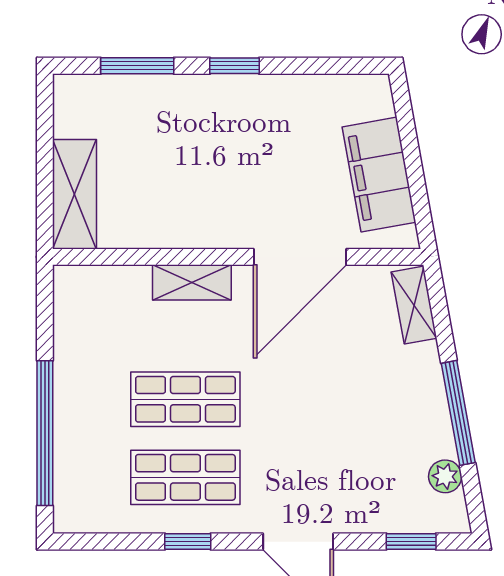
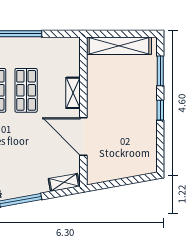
filing cabinet: (379, 175) -> (117, 168), removed
shelving: (75, 194) -> (119, 46), width x1.47

